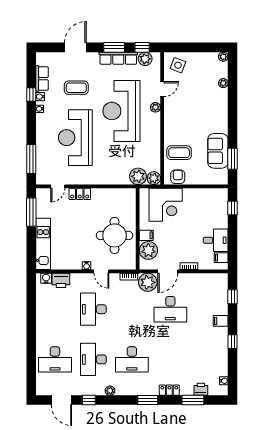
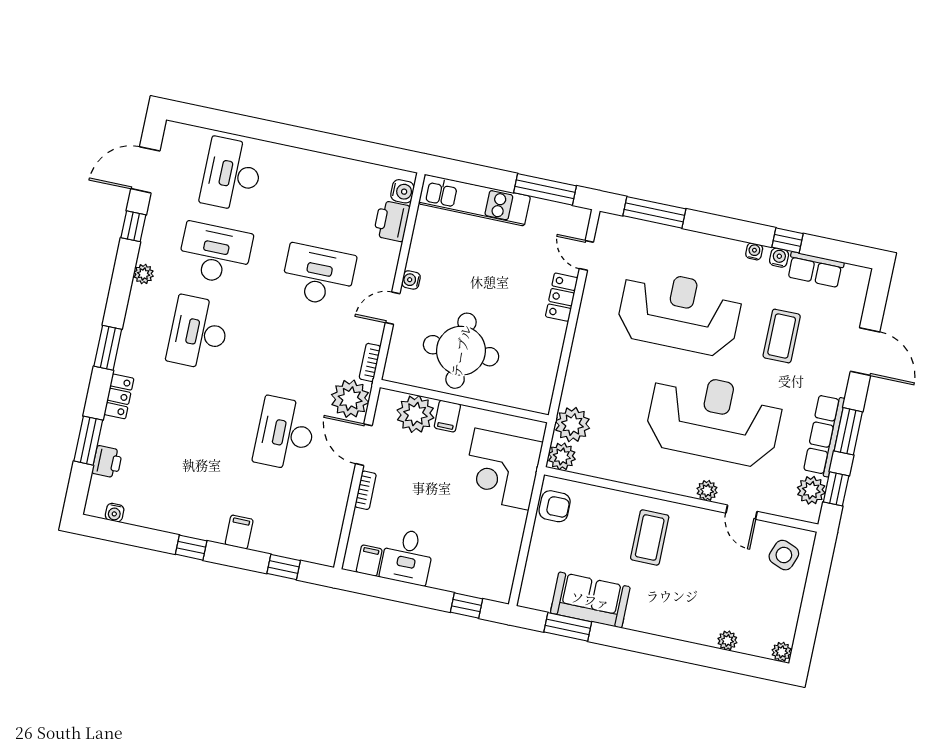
coffee table: (179, 153) -> (650, 537), moved

